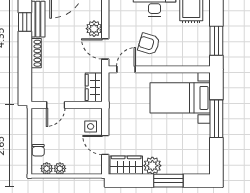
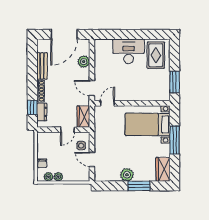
window: (25, 22) -> (32, 107), moved
plant: (94, 29) -> (84, 62), moved
armchair: (149, 44) -> (124, 84), removed
dresser: (38, 81) -> (42, 112), added
door: (56, 105) -> (67, 130), moved
wardrobe: (126, 165) -> (163, 169), moved, turned -90

